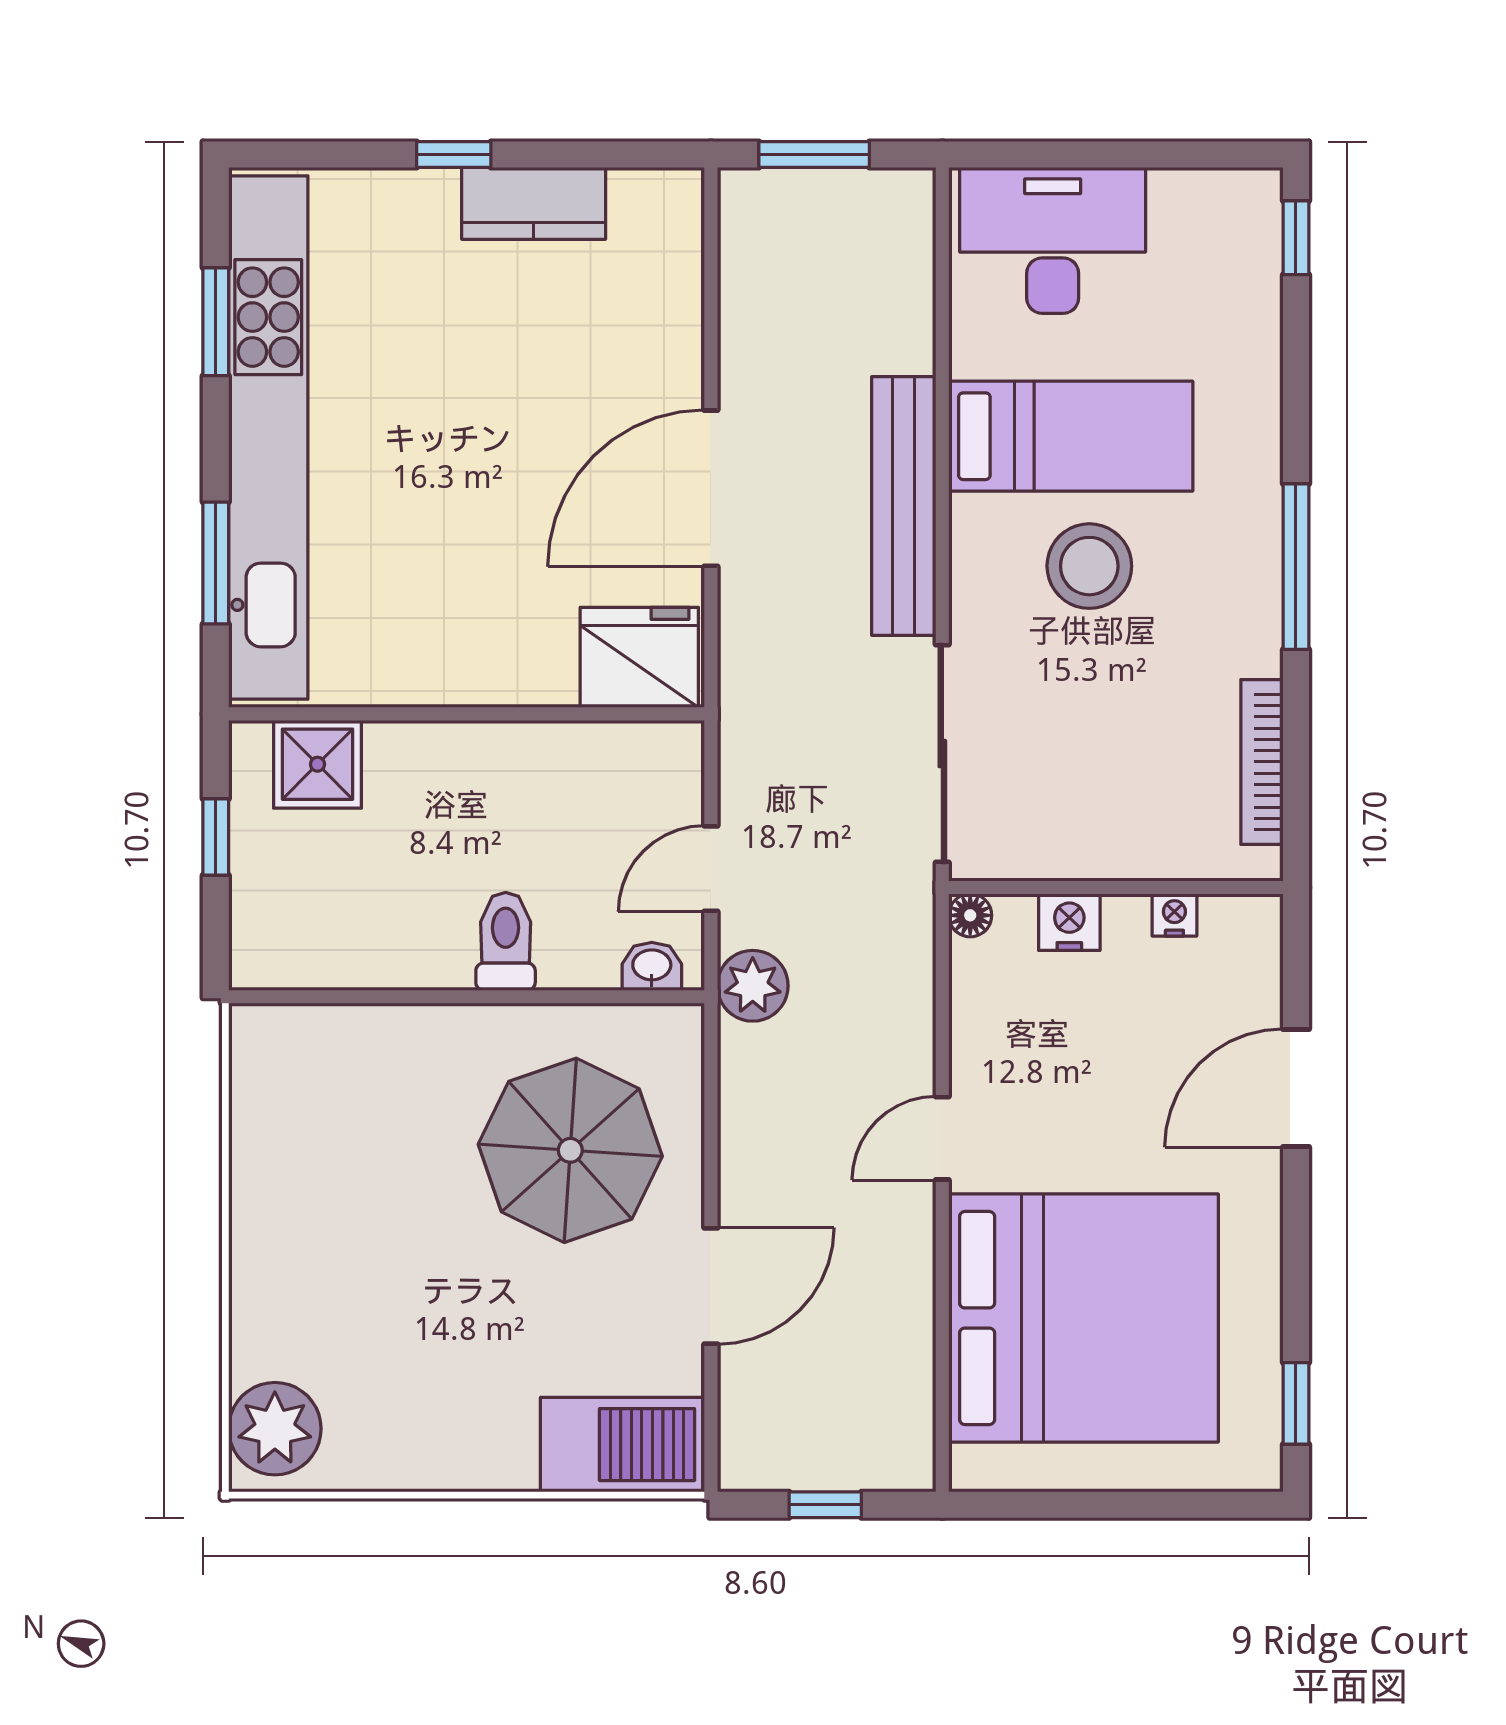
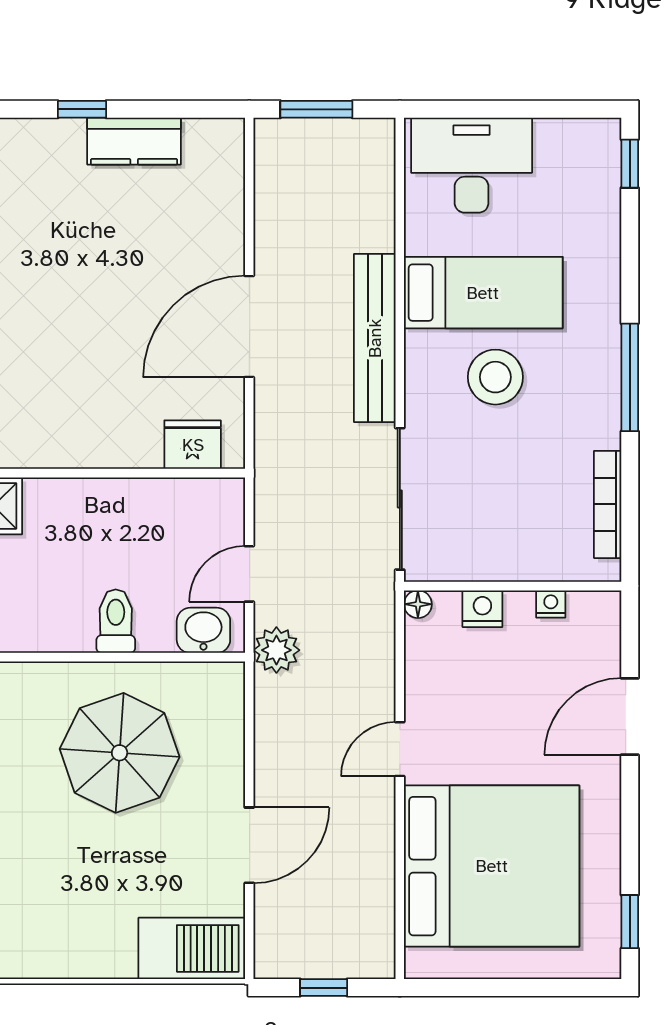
fridge: (639, 657) -> (193, 445), width x0.73, depth x0.75
washbasin: (652, 966) -> (203, 630), width x1.38, depth x1.45
parasol: (570, 1150) -> (120, 753), moved

